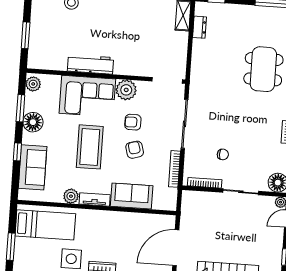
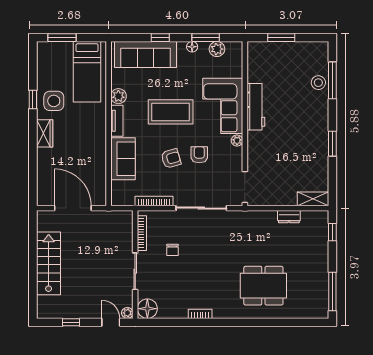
dresser: (200, 27) -> (289, 217), moved
plant: (33, 84) -> (217, 49), moved
plant: (126, 90) -> (237, 141), width x0.53, depth x0.53
floor lamp: (33, 122) -> (192, 47), width x0.53, depth x0.53
sofa: (33, 167) -> (145, 54), width x1.36

